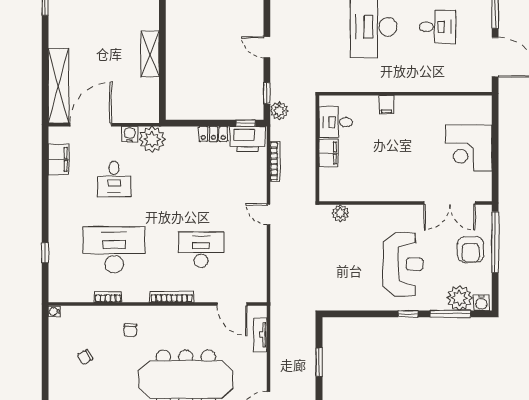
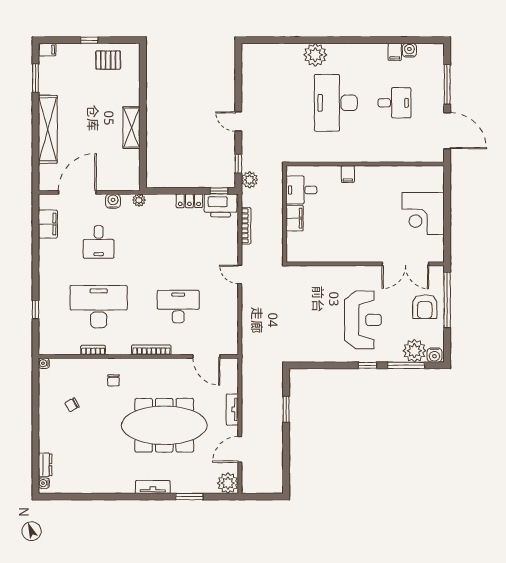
shelving: (58, 86) -> (48, 129), moved
plant: (152, 139) -> (139, 200), width x0.53, depth x0.53
plant: (340, 213) -> (306, 273), removed
tv unit: (260, 335) -> (232, 409), moved

